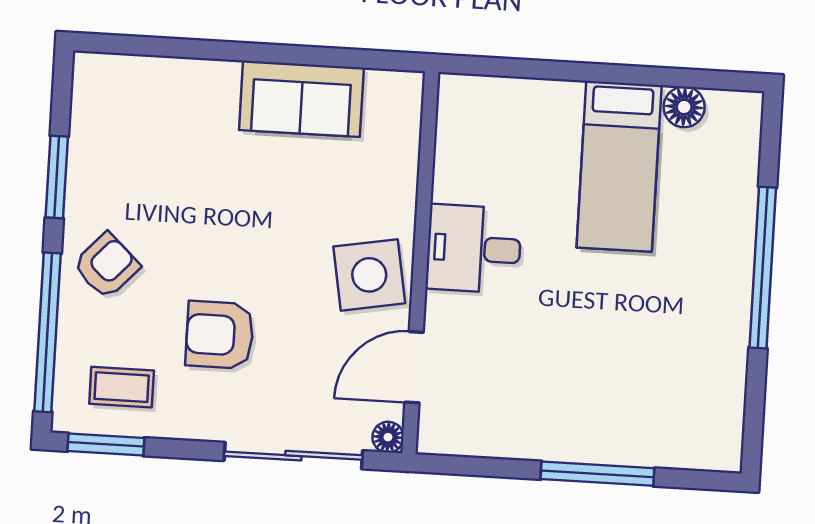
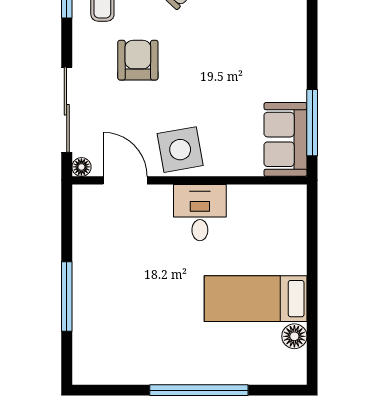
window: (338, 57) -> (312, 123), added
sofa: (301, 99) -> (285, 139), moved

